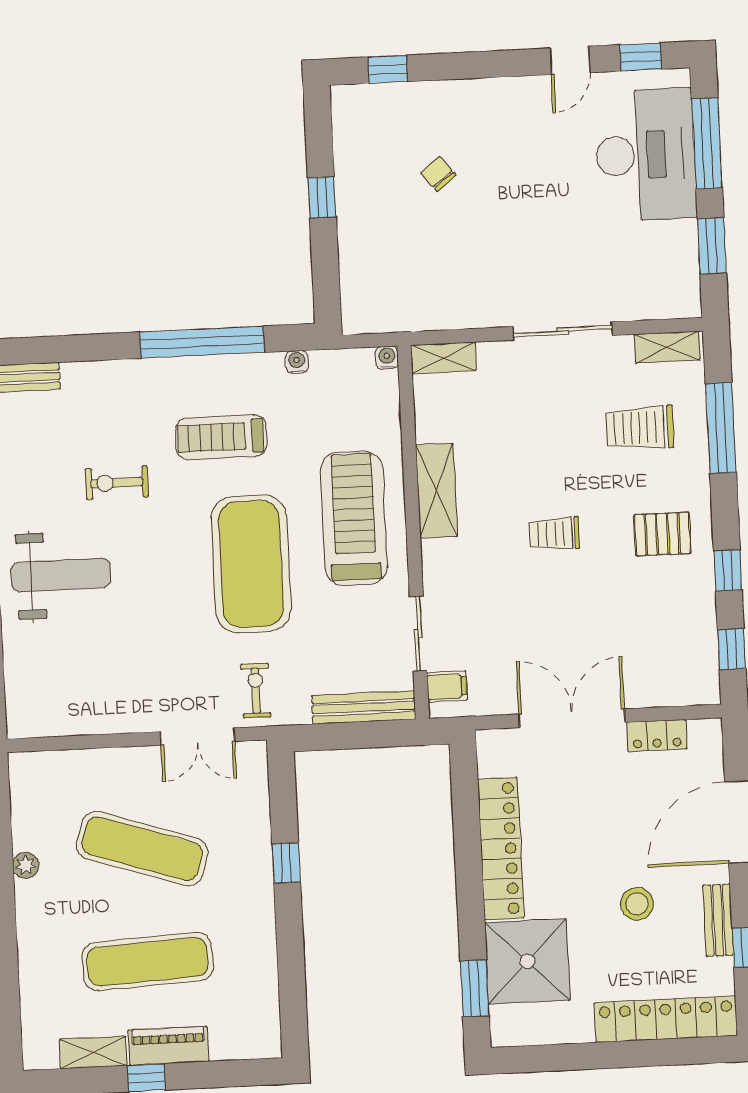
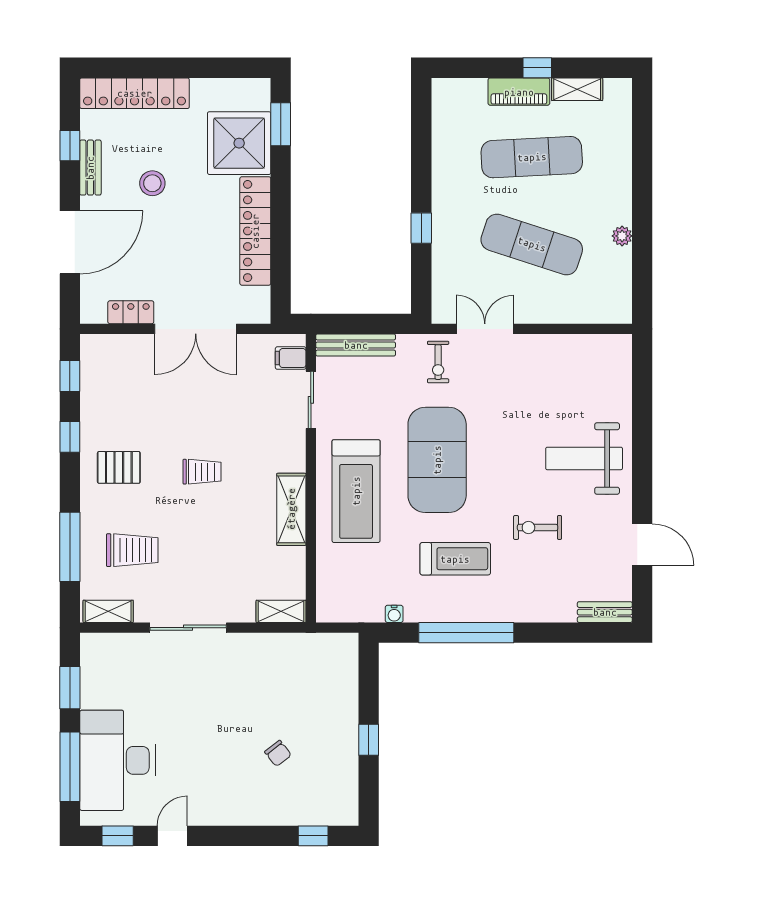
water cooler: (387, 358) -> (325, 614), removed
exercise bike: (117, 483) -> (538, 527), turned 180

